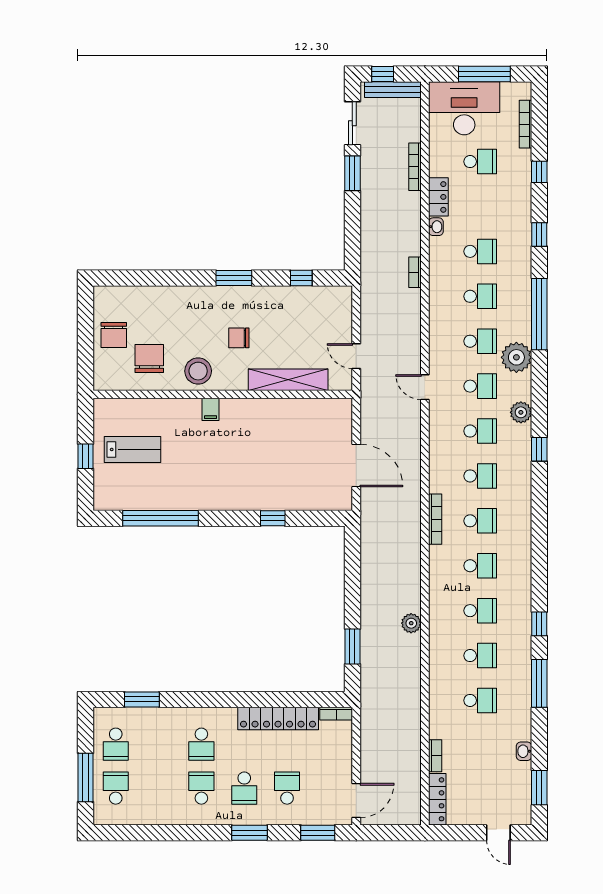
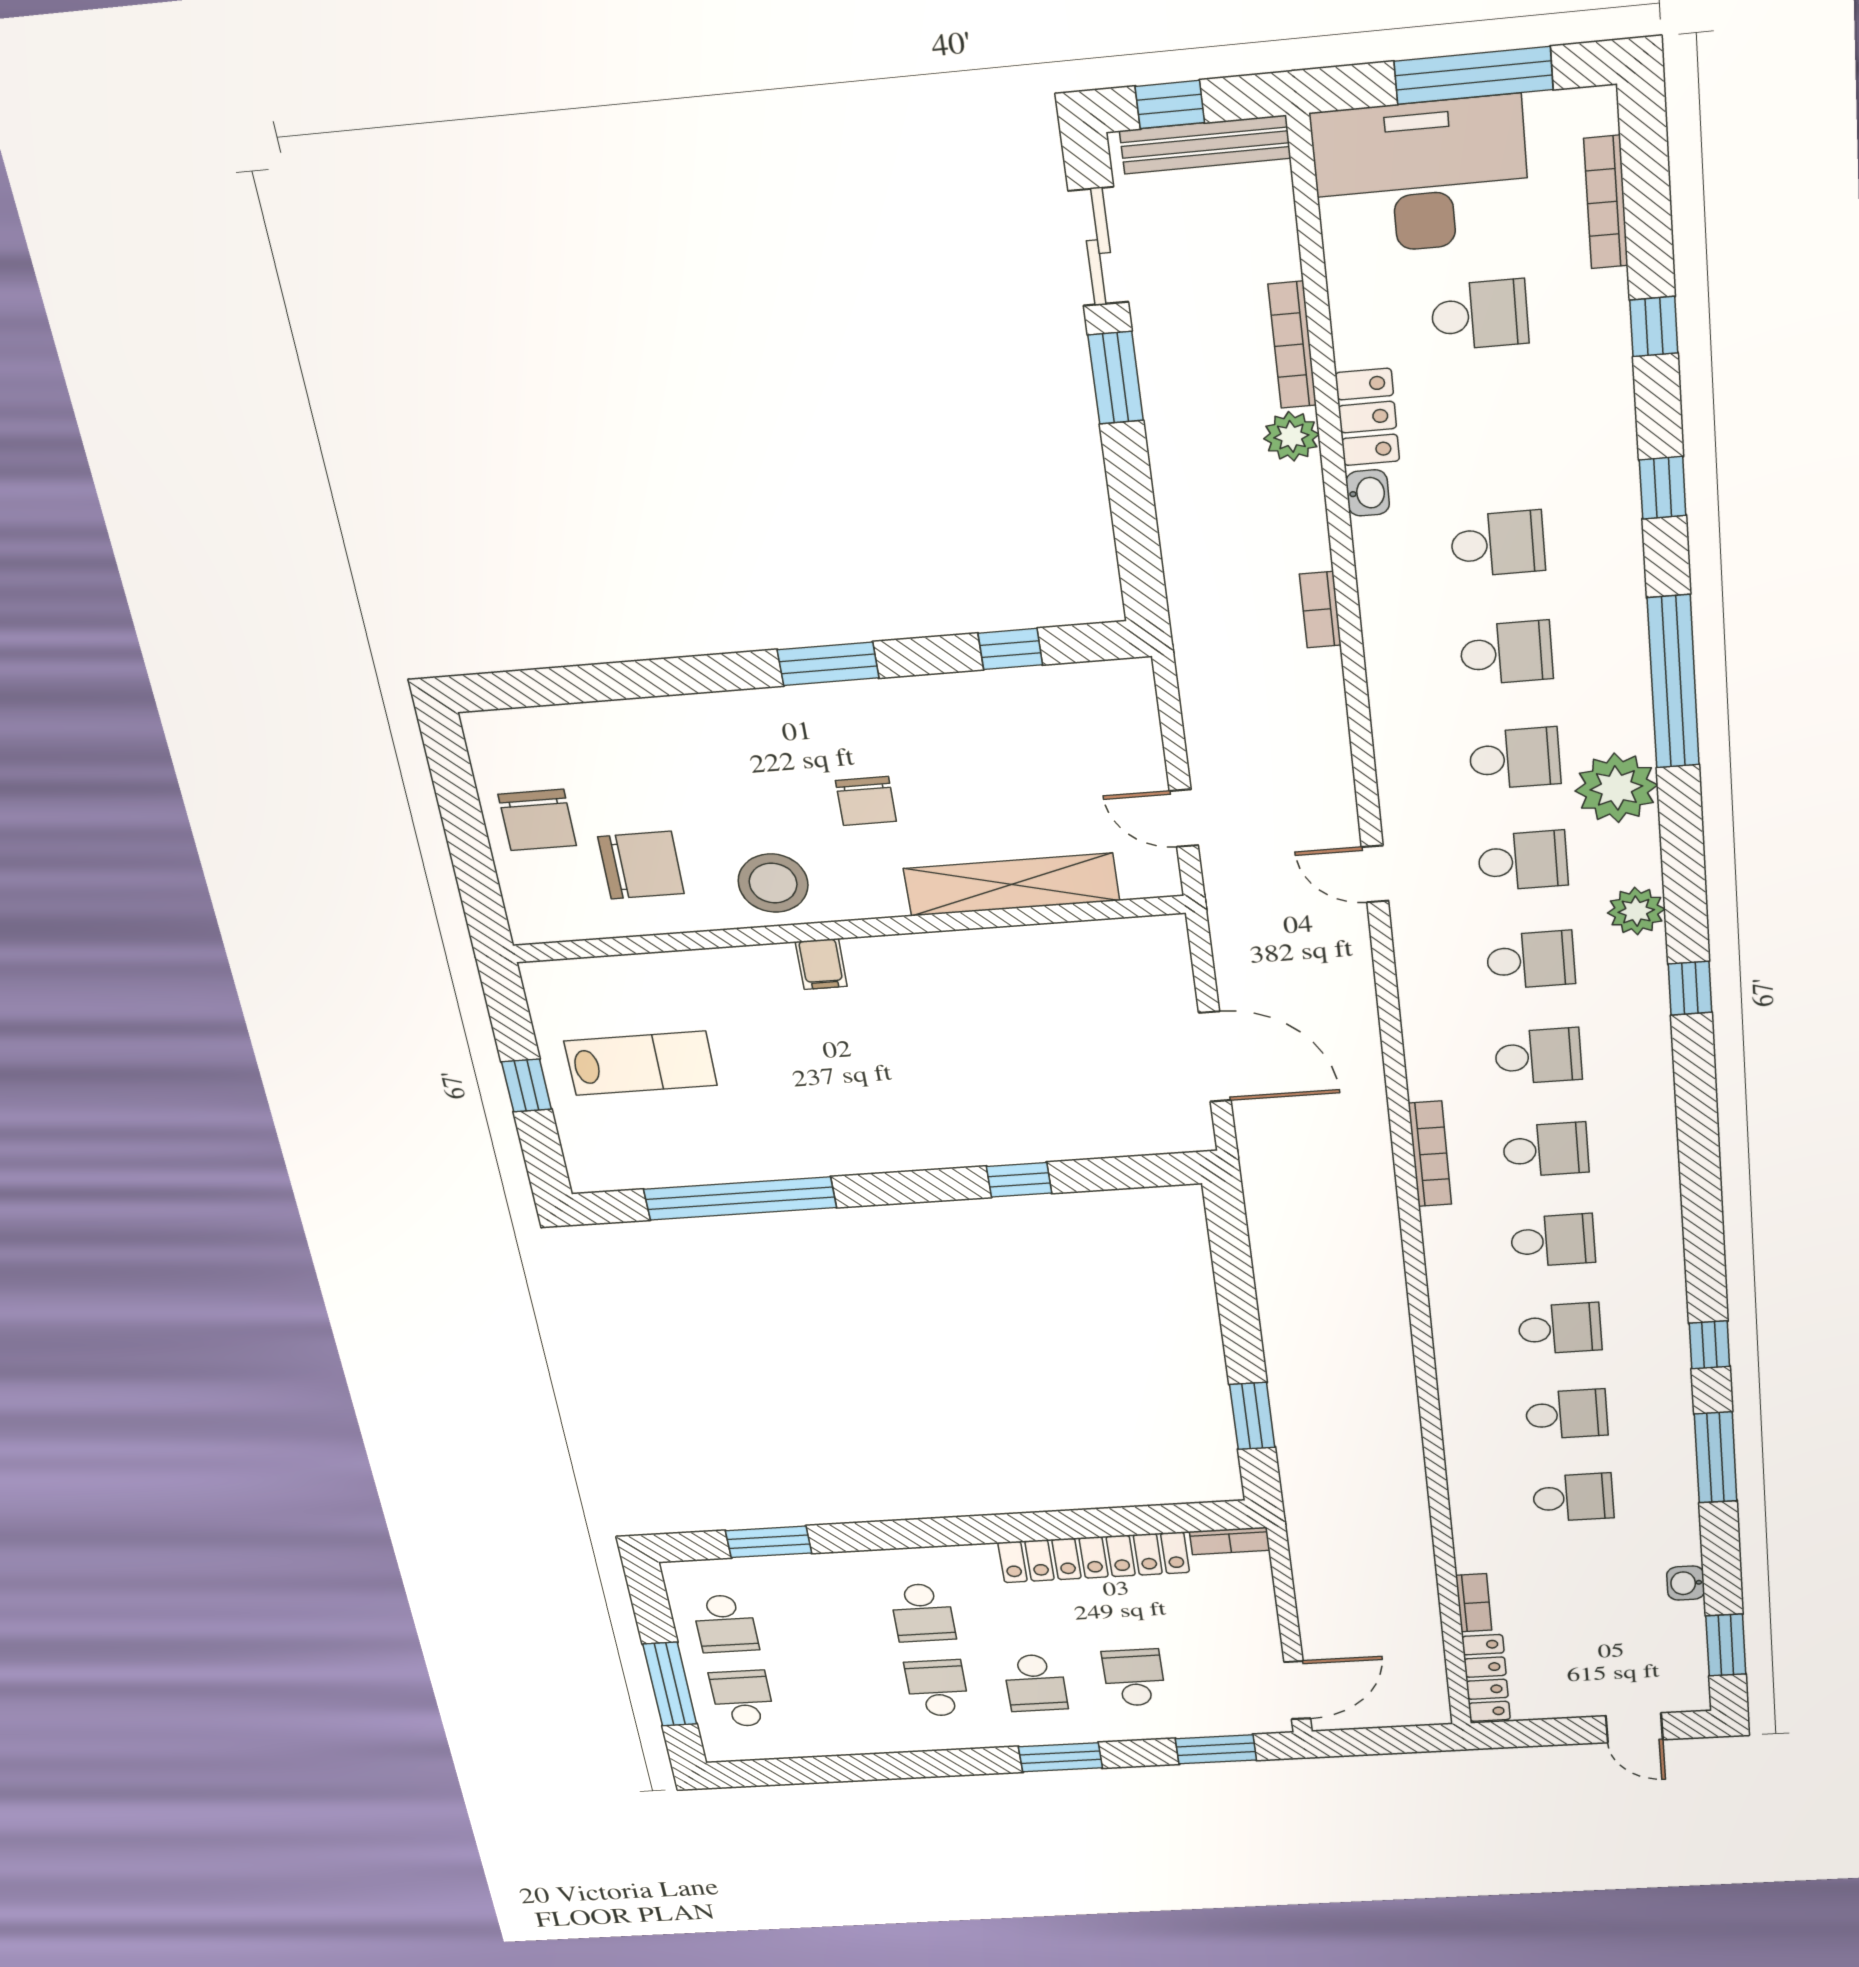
chair: (239, 338) -> (866, 801), turned -90
chair: (149, 359) -> (641, 865), turned 90
plant: (411, 623) -> (1291, 436), moved

